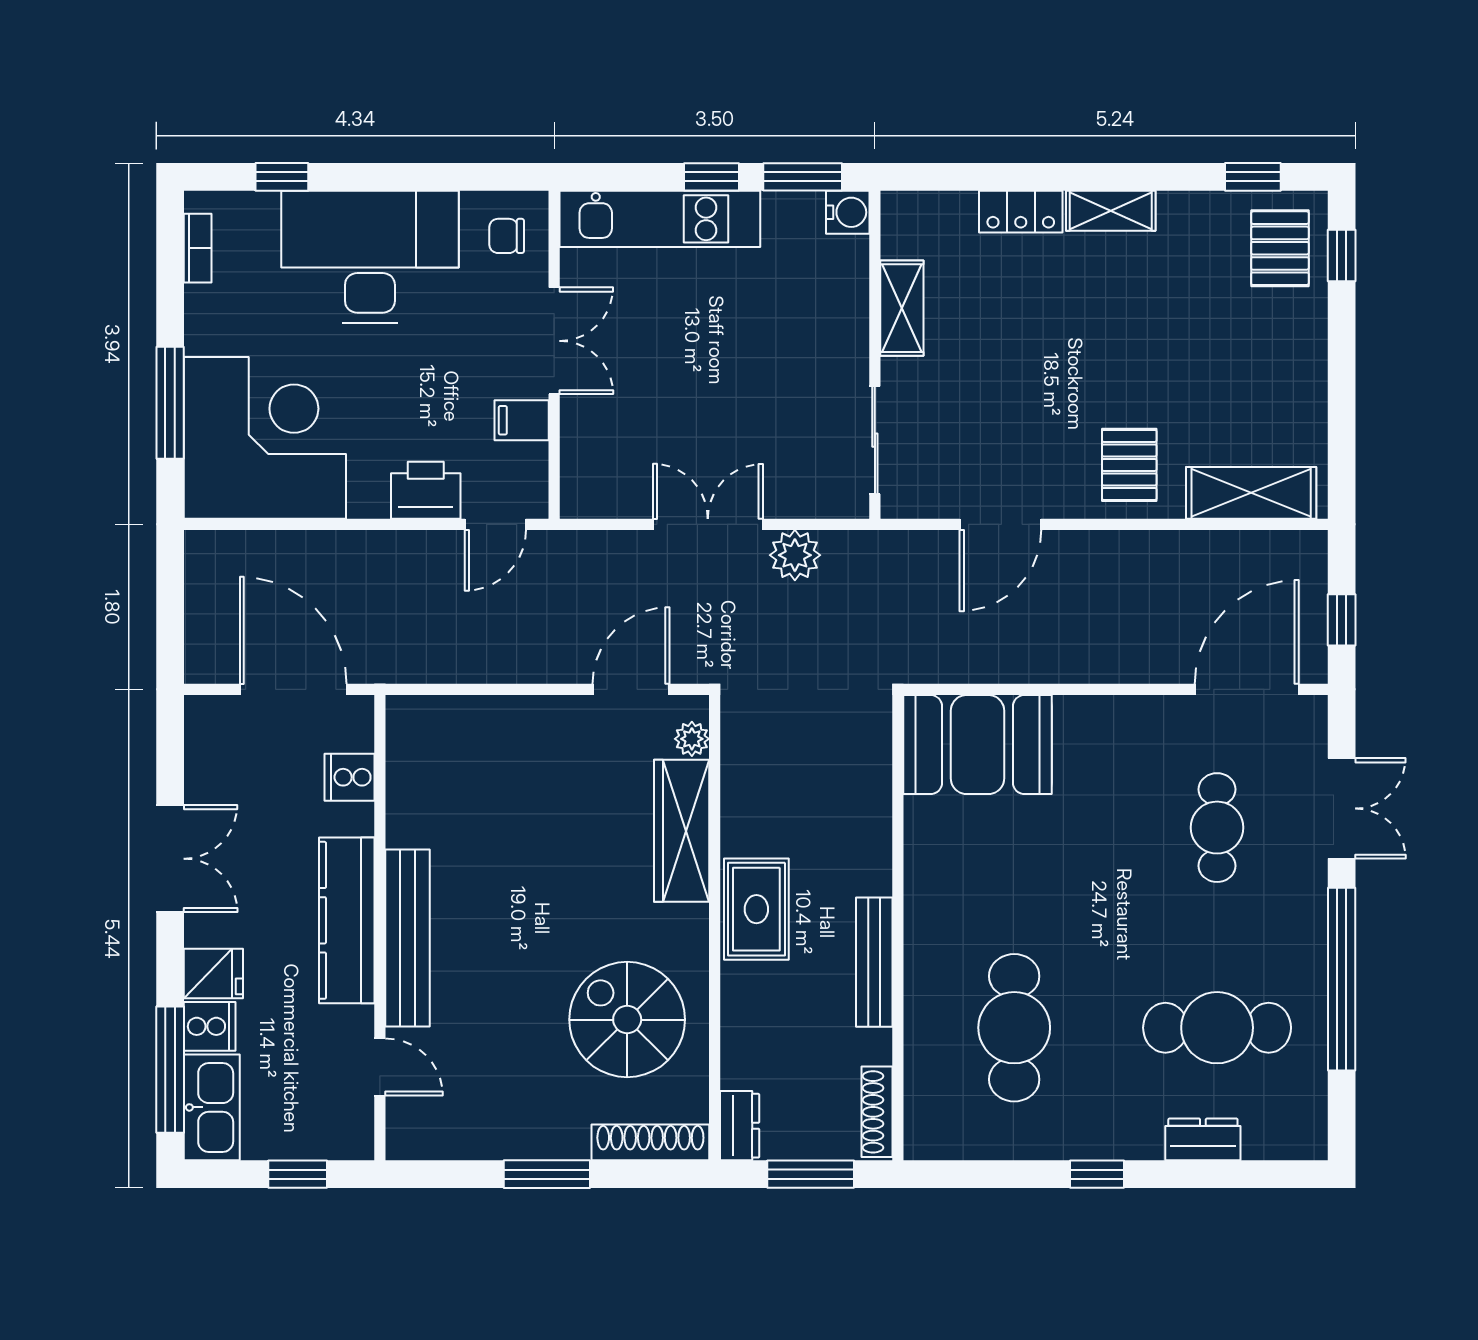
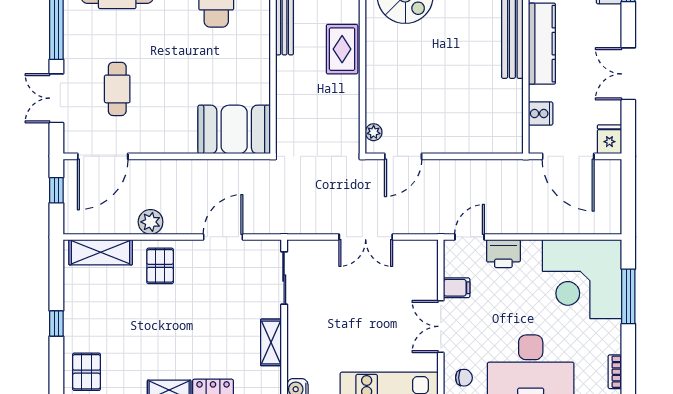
window: (1342, 256) -> (56, 324), moved
plant: (795, 555) -> (151, 222), moved
wardrobe: (682, 831) -> (379, 87), removed
fridge: (213, 974) -> (609, 139), moved, turned 90

